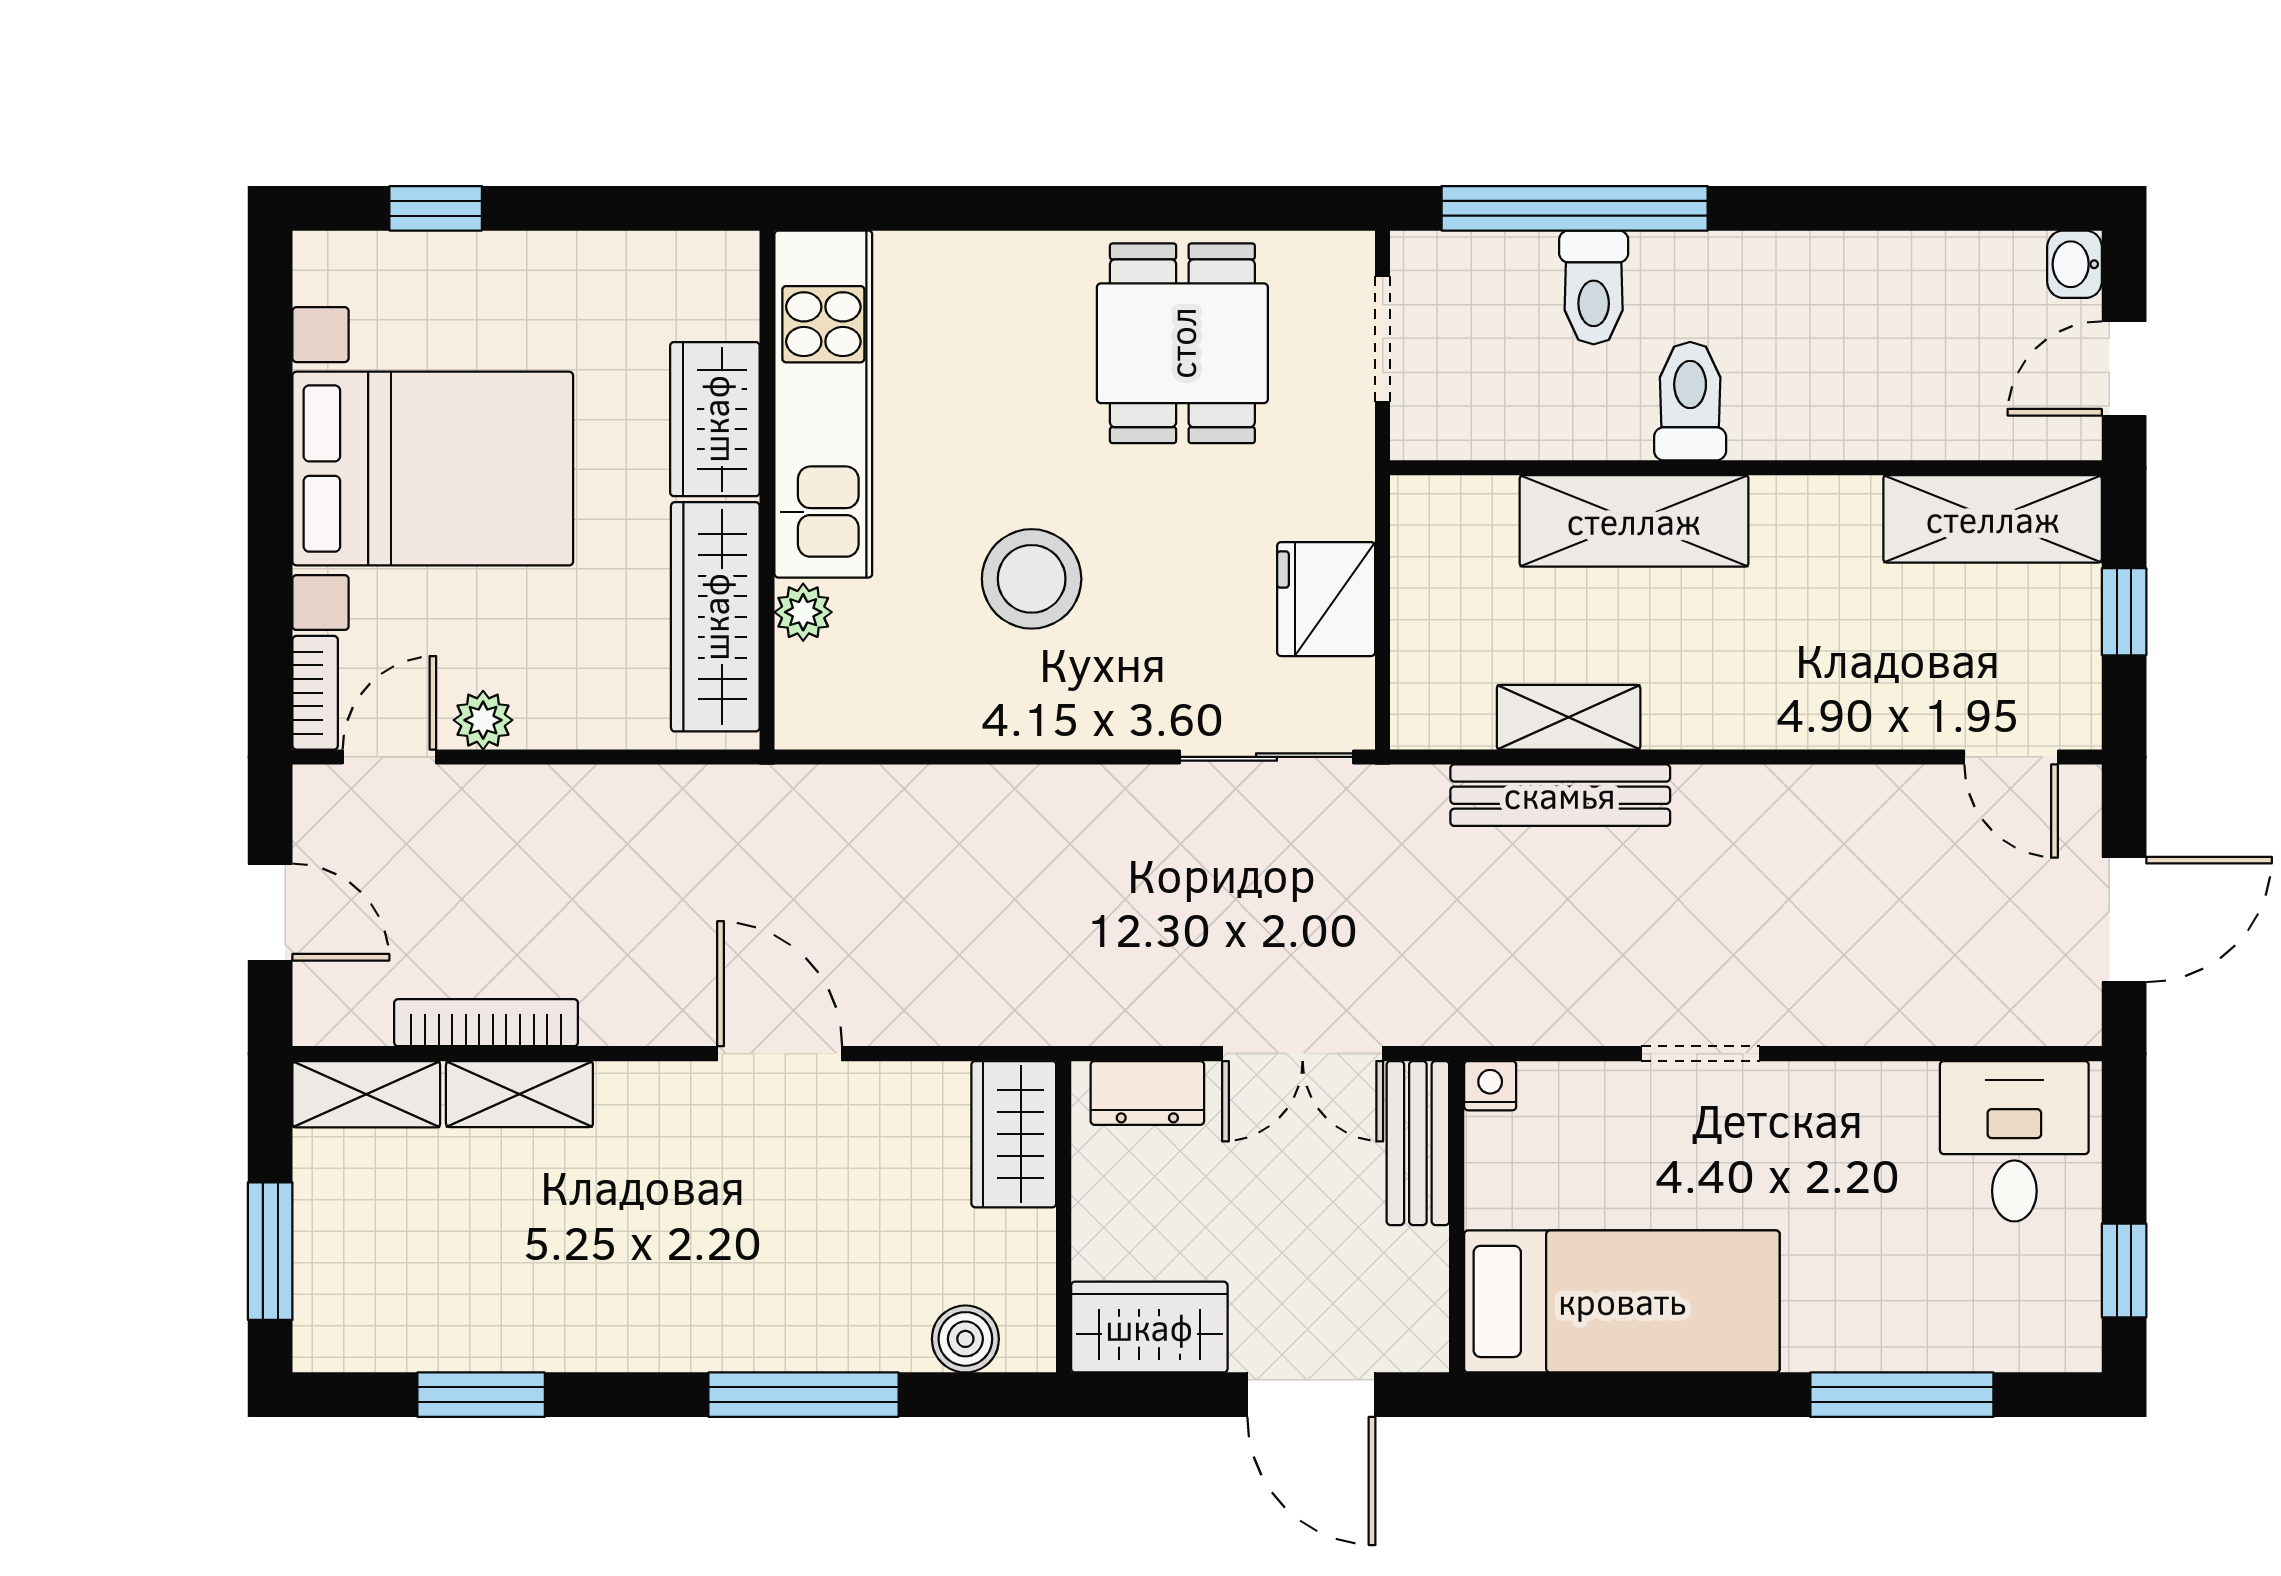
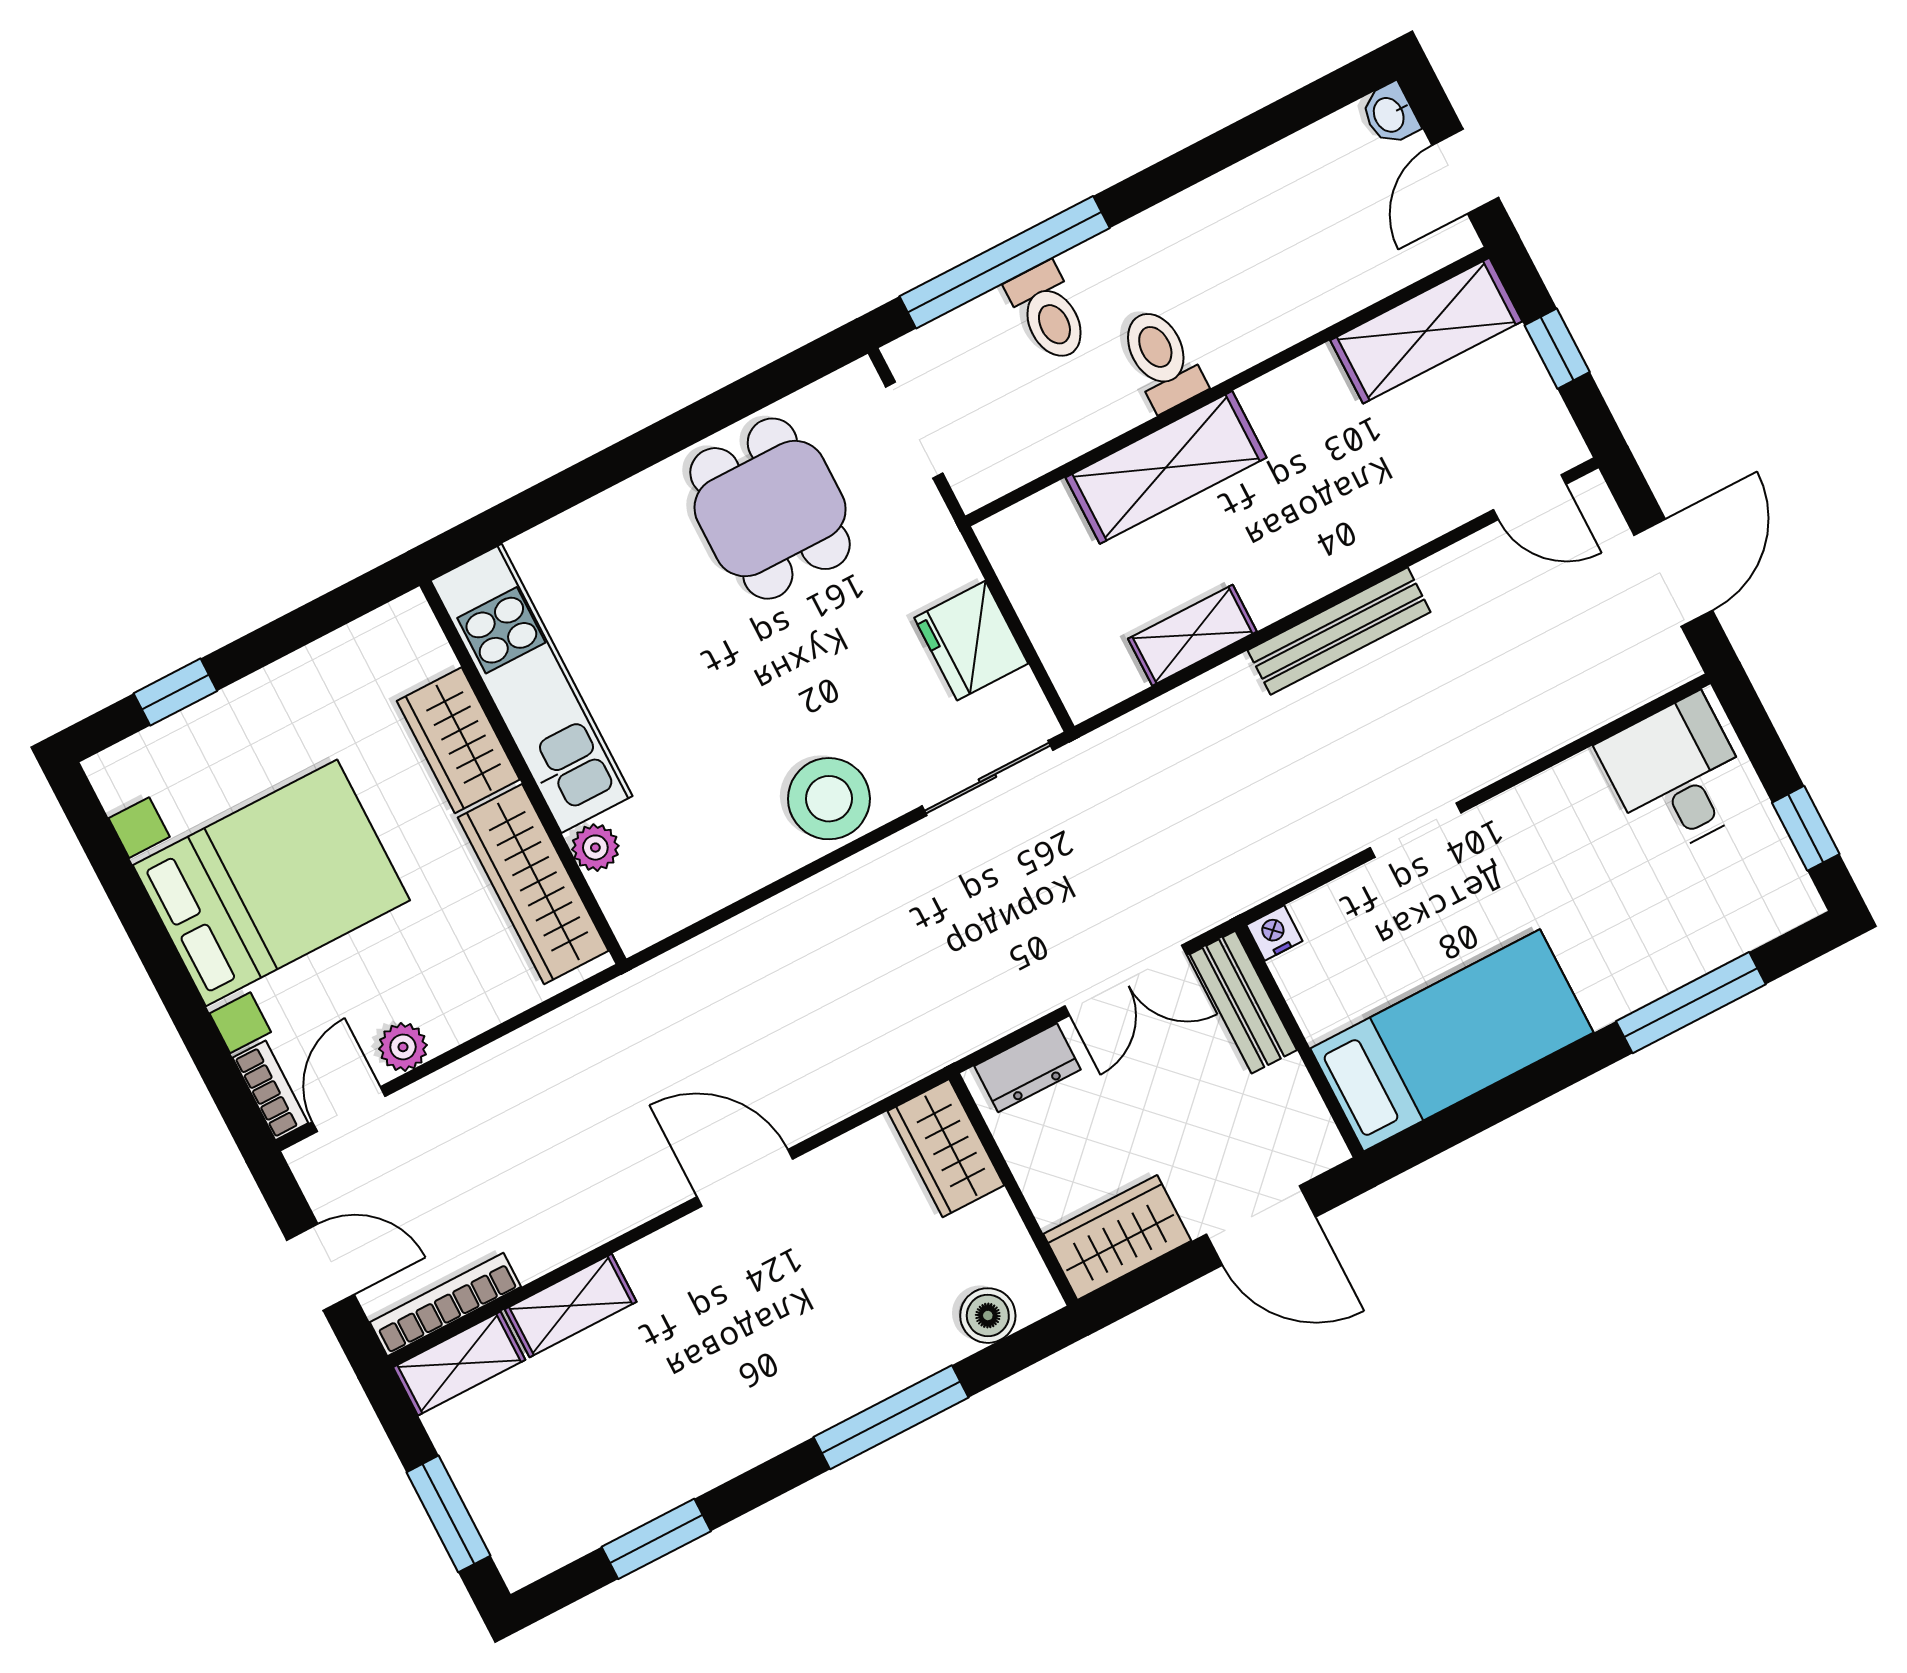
stool: (1032, 579) -> (829, 799), moved
bench: (1560, 795) -> (1339, 631), moved
bookcase: (486, 1023) -> (445, 1305), moved

